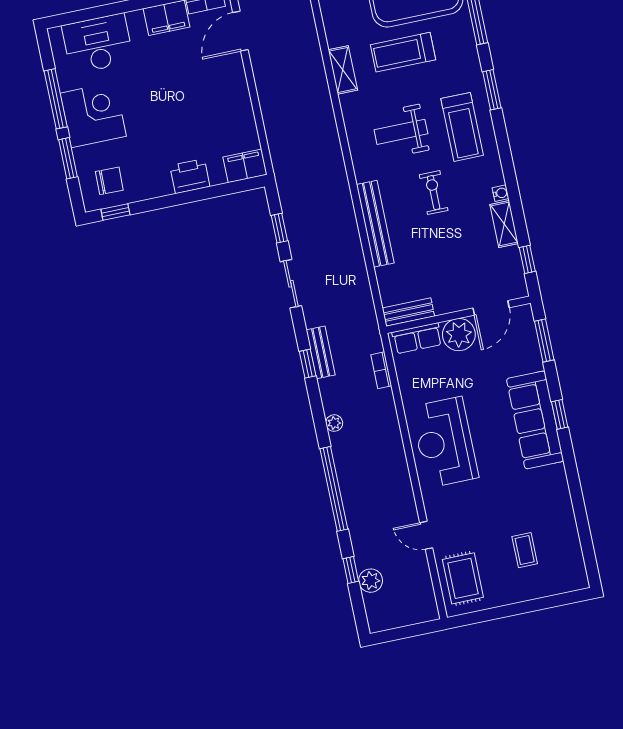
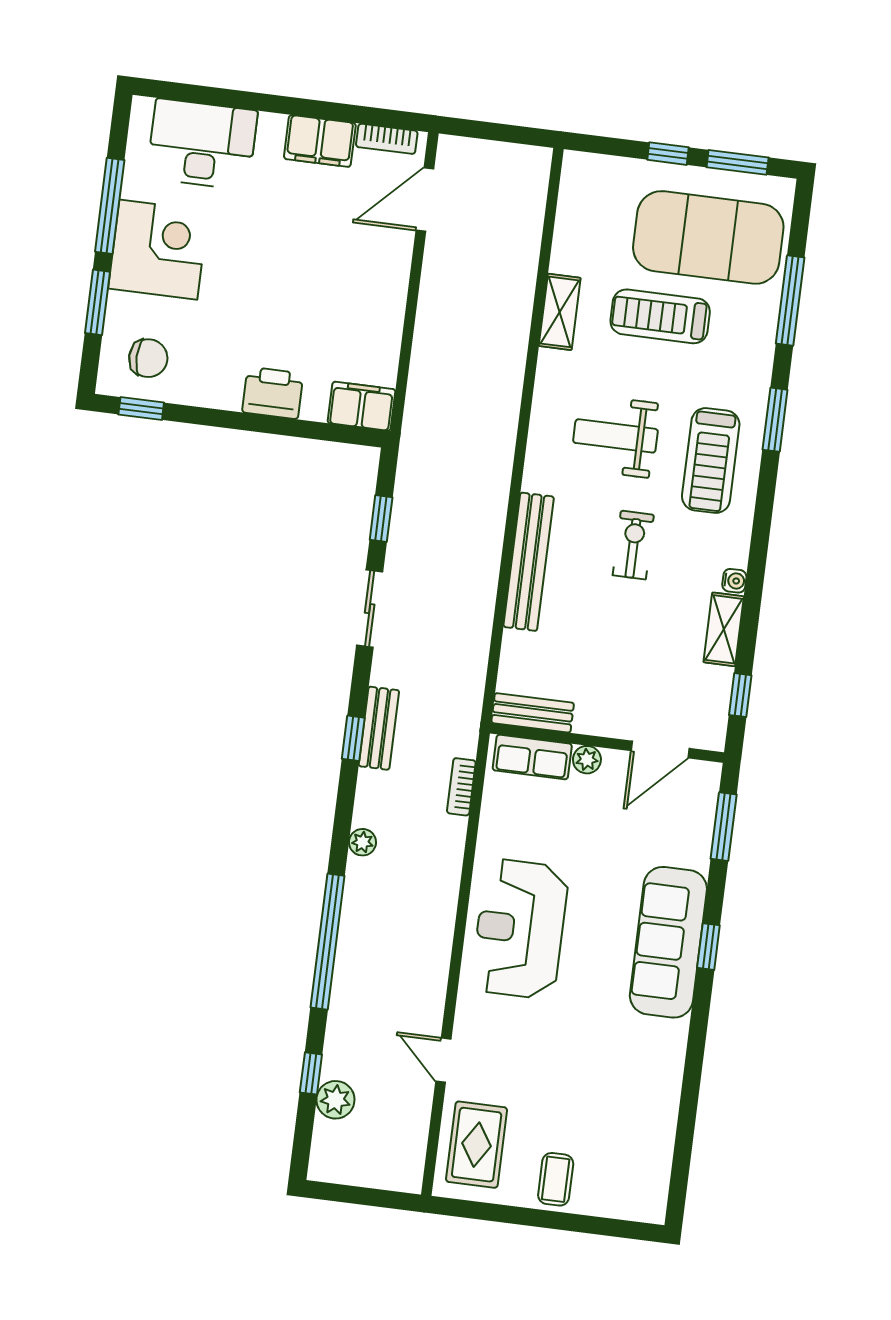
plant: (459, 335) -> (587, 760), width x0.53, depth x0.53
coffee table: (525, 550) -> (556, 1179), moved

